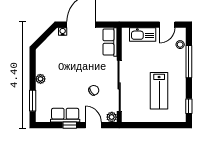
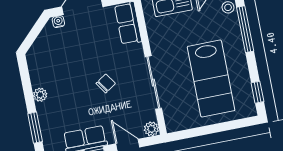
sliding door: (119, 86) -> (153, 83), width x0.73
chair: (94, 90) -> (106, 83), moved
lab bench: (159, 91) -> (211, 79), width x1.36, depth x1.39

